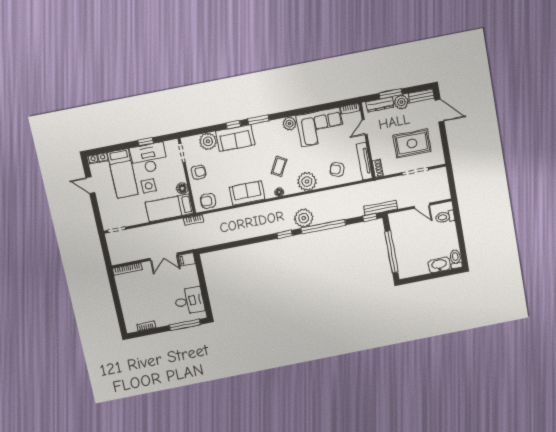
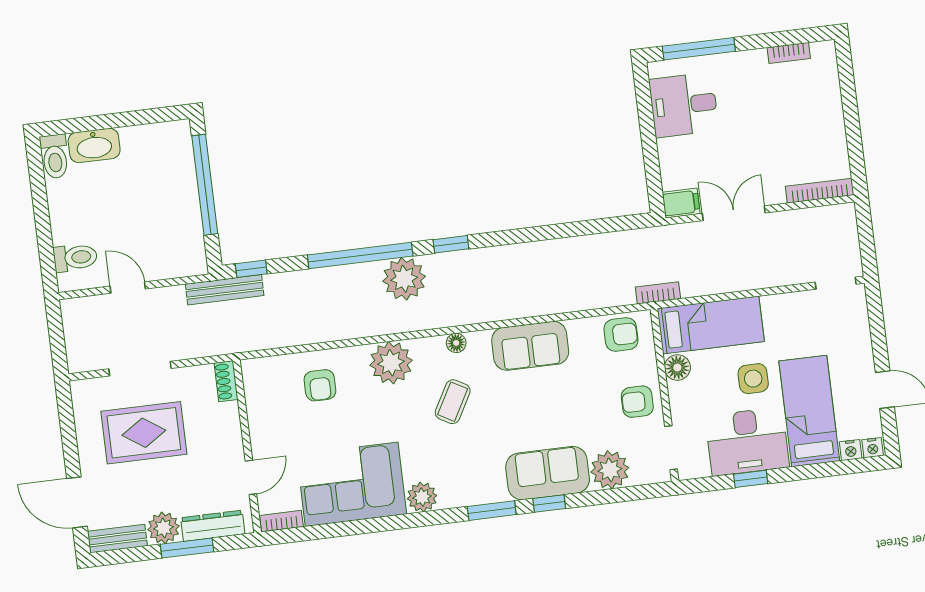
tv unit: (364, 161) -> (256, 400), removed
armchair: (337, 169) -> (320, 385), turned 71

